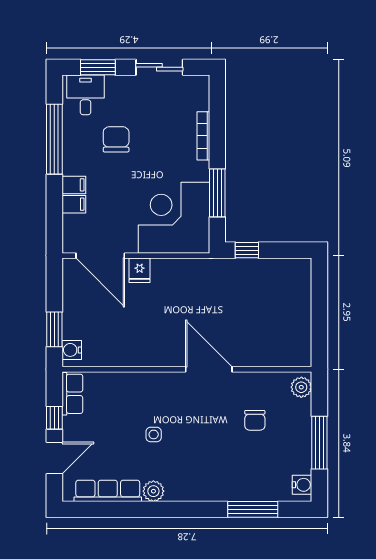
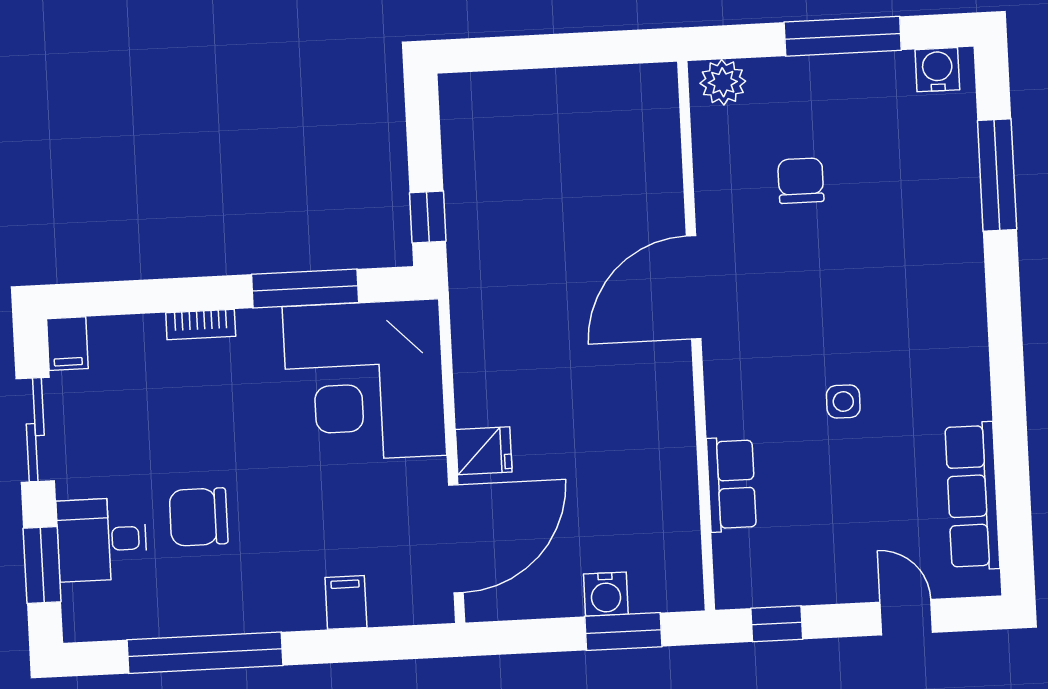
desk: (86, 95) -> (102, 539), moved
bookcase: (203, 136) -> (201, 324), width x0.64
filing cabinet: (74, 185) -> (67, 344), moved, turned 180
water cooler: (72, 350) -> (606, 594), moved
row of seats: (72, 394) -> (731, 484), moved, turned 90
window: (54, 418) -> (777, 624), moved
chair: (255, 420) -> (801, 181), turned -90
door: (54, 458) -> (906, 617), width x0.73
plant: (153, 491) -> (968, 396), removed

